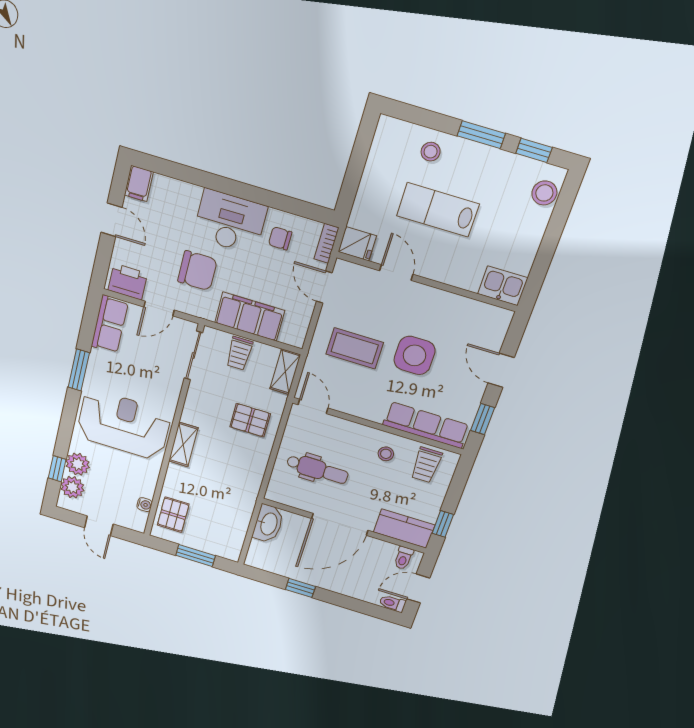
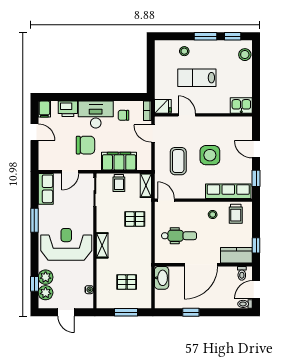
printer: (128, 282) -> (68, 109), moved, turned 180
coffee table: (355, 348) -> (178, 161), turned 90
pallet: (173, 515) -> (127, 282), moved, turned 90

